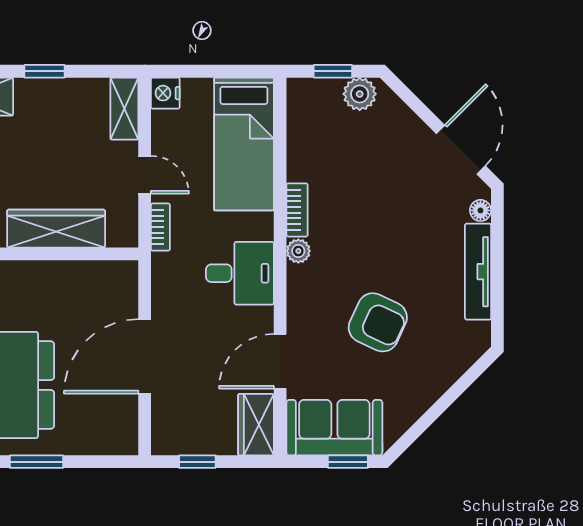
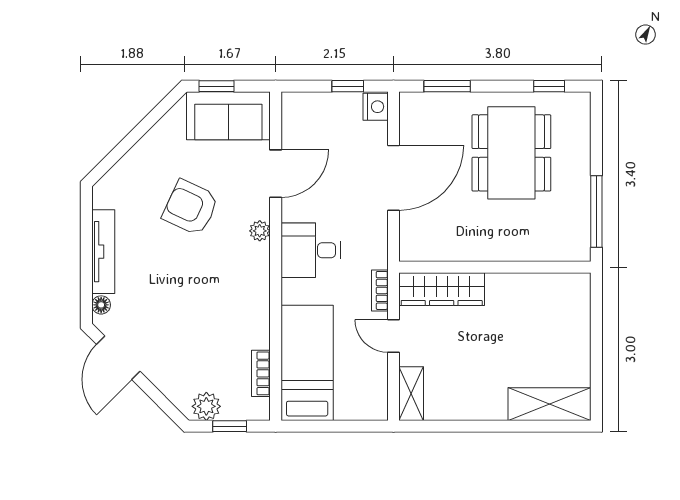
window: (44, 71) -> (481, 426), removed
nightstand: (165, 93) -> (376, 107), moved
bookcase: (297, 210) -> (261, 373), moved
wardrobe: (56, 229) -> (442, 289), moved
plant: (298, 251) -> (260, 231), moved
wardrobe: (256, 425) -> (297, 118), removed
window: (36, 462) -> (447, 86), moved

